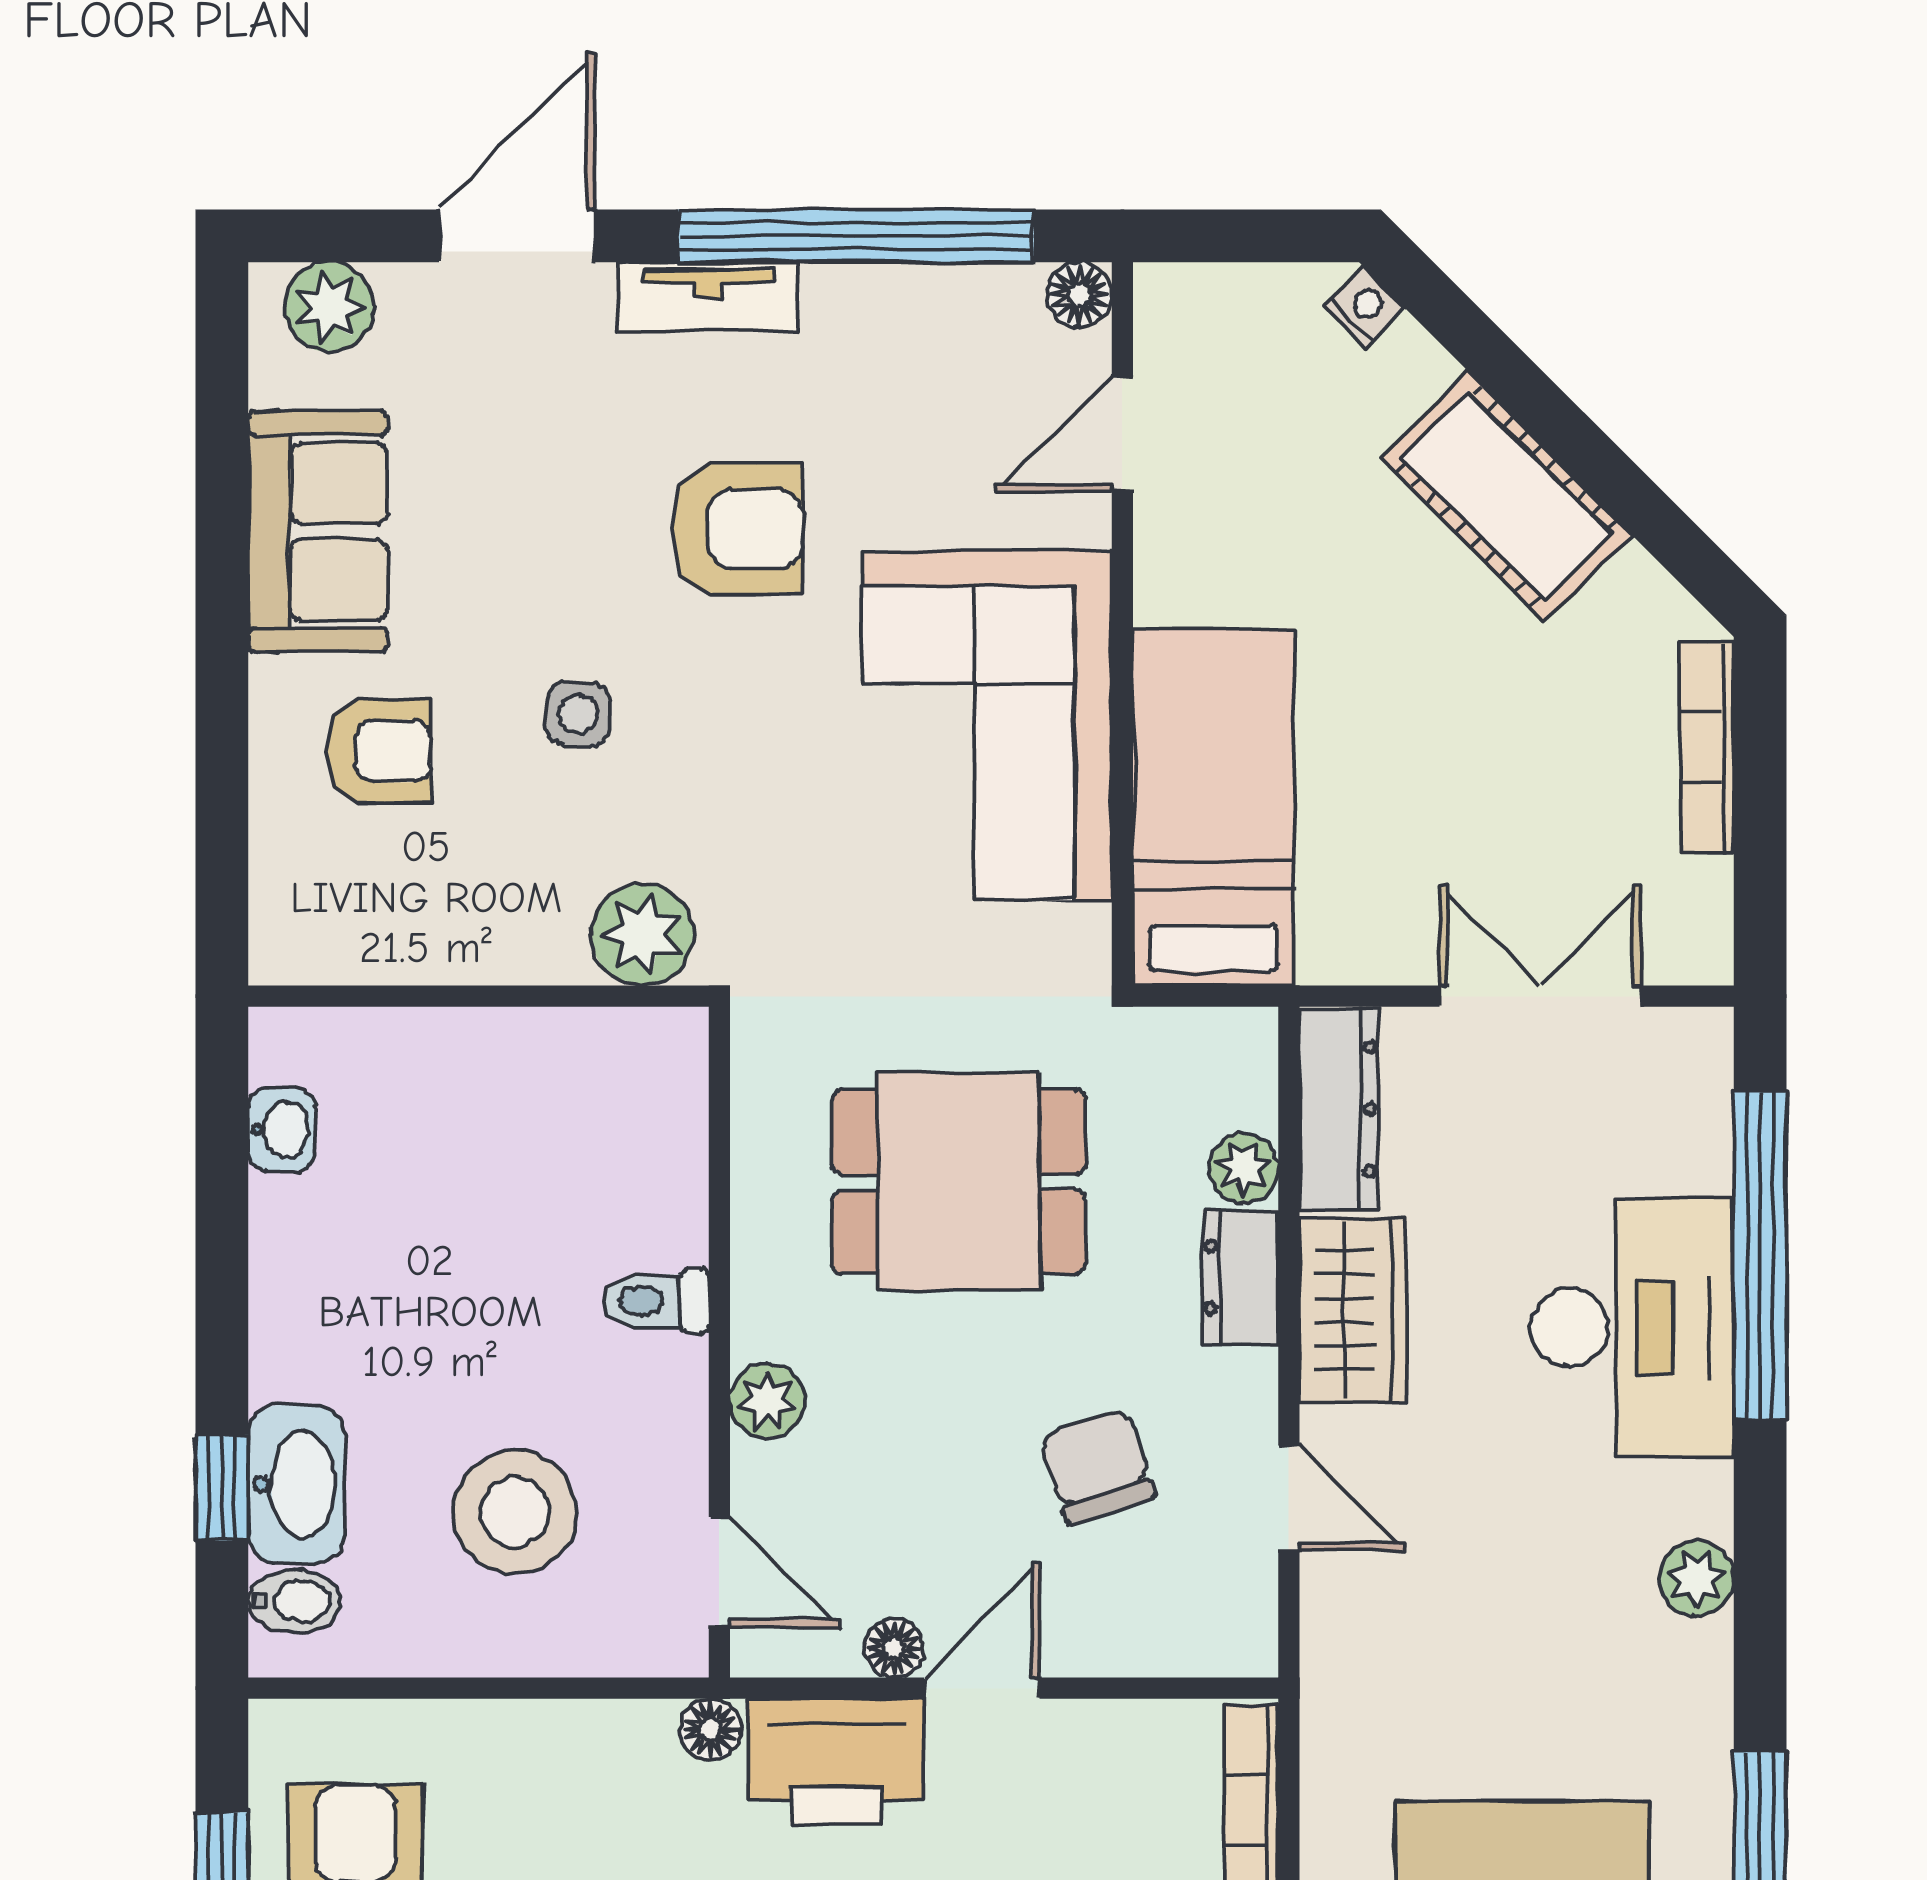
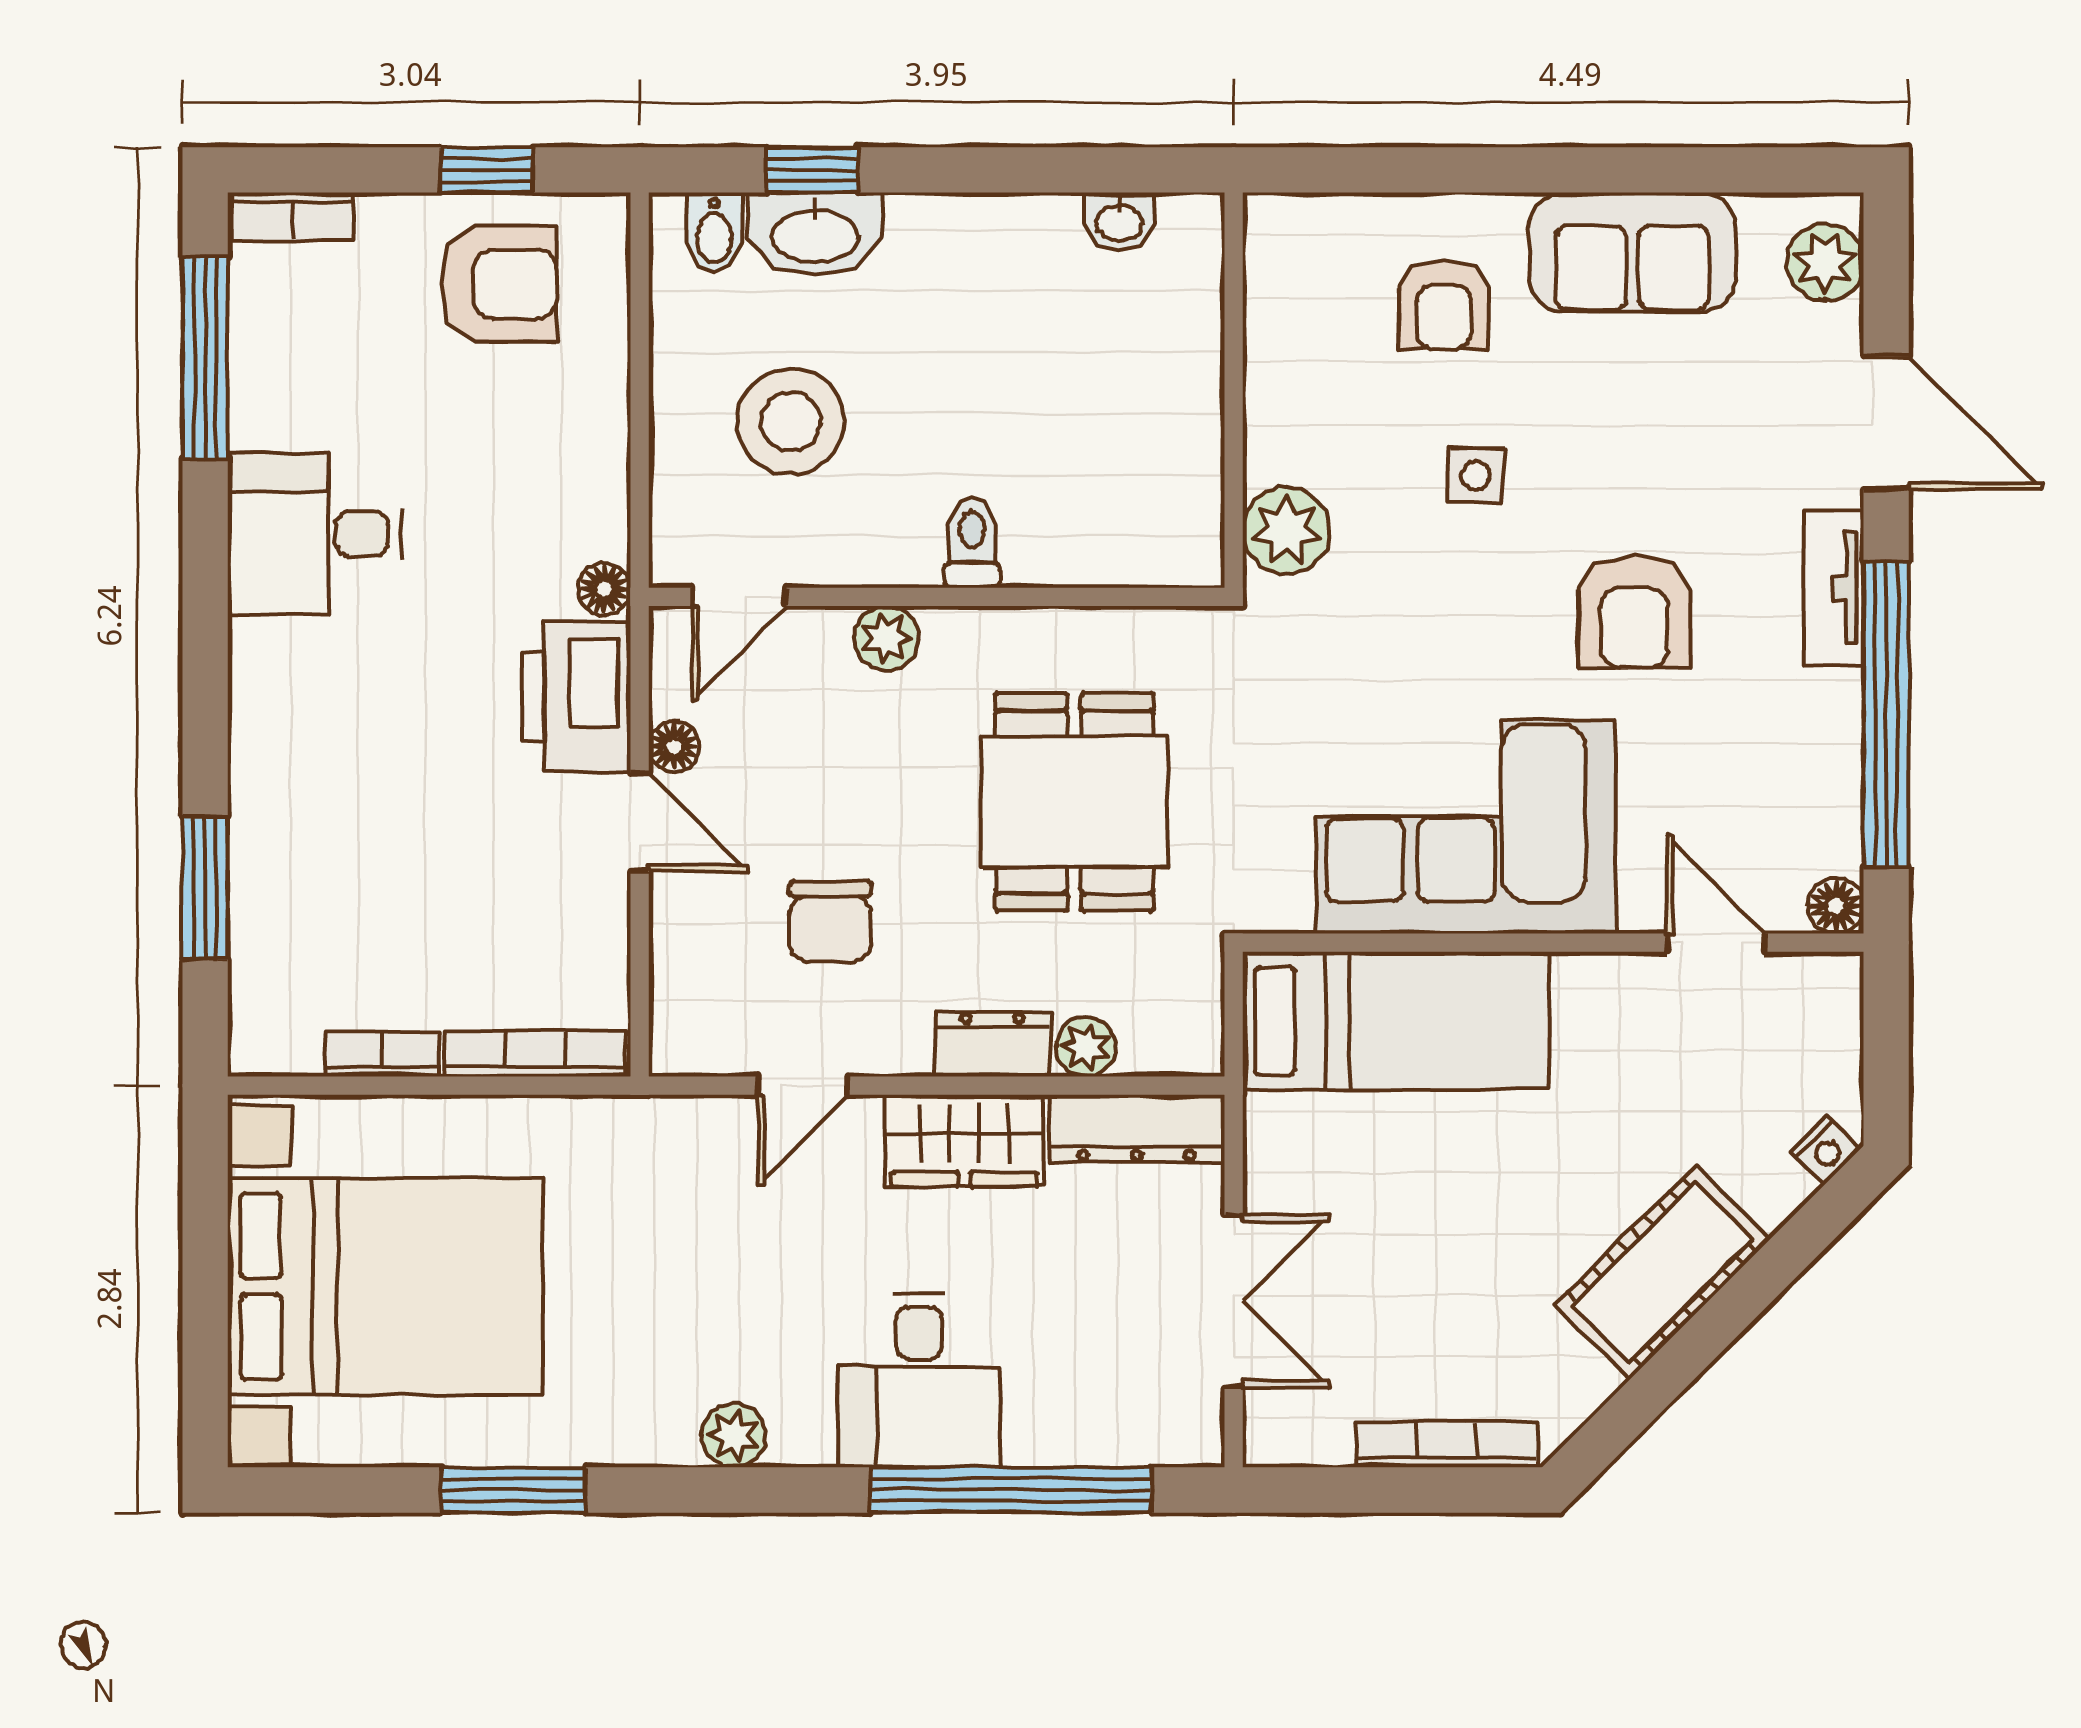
desk: (1632, 1328) -> (919, 1380), width x0.73
chair: (1098, 1466) -> (830, 921), turned 108

